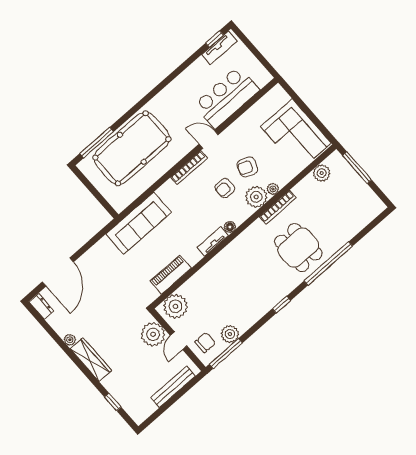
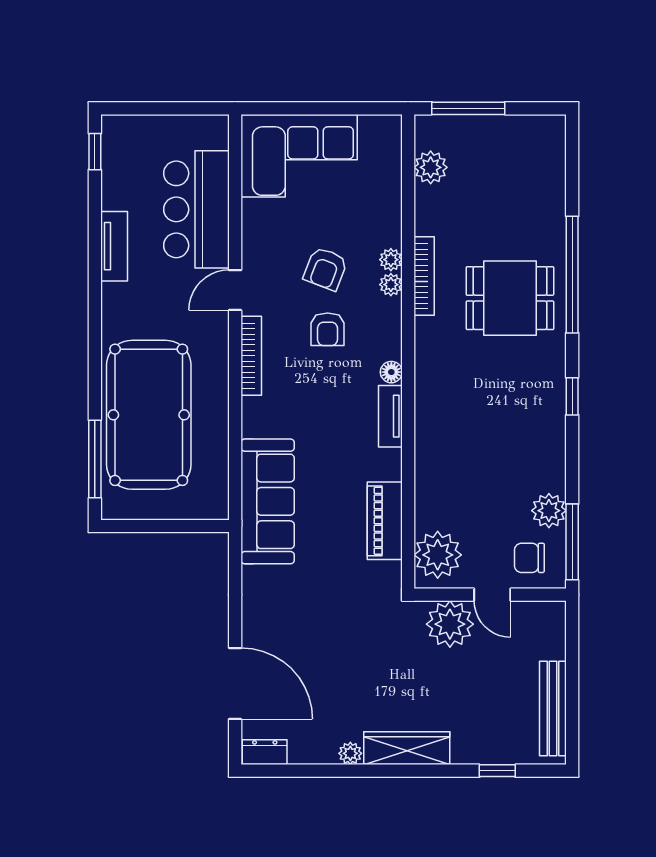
tv unit: (219, 48) -> (114, 246), moved
corner sofa: (296, 135) -> (299, 156), moved
plant: (256, 197) -> (391, 285), width x0.53, depth x0.53
chair: (205, 343) -> (529, 558), turned -90
bench: (173, 387) -> (553, 709), moved

